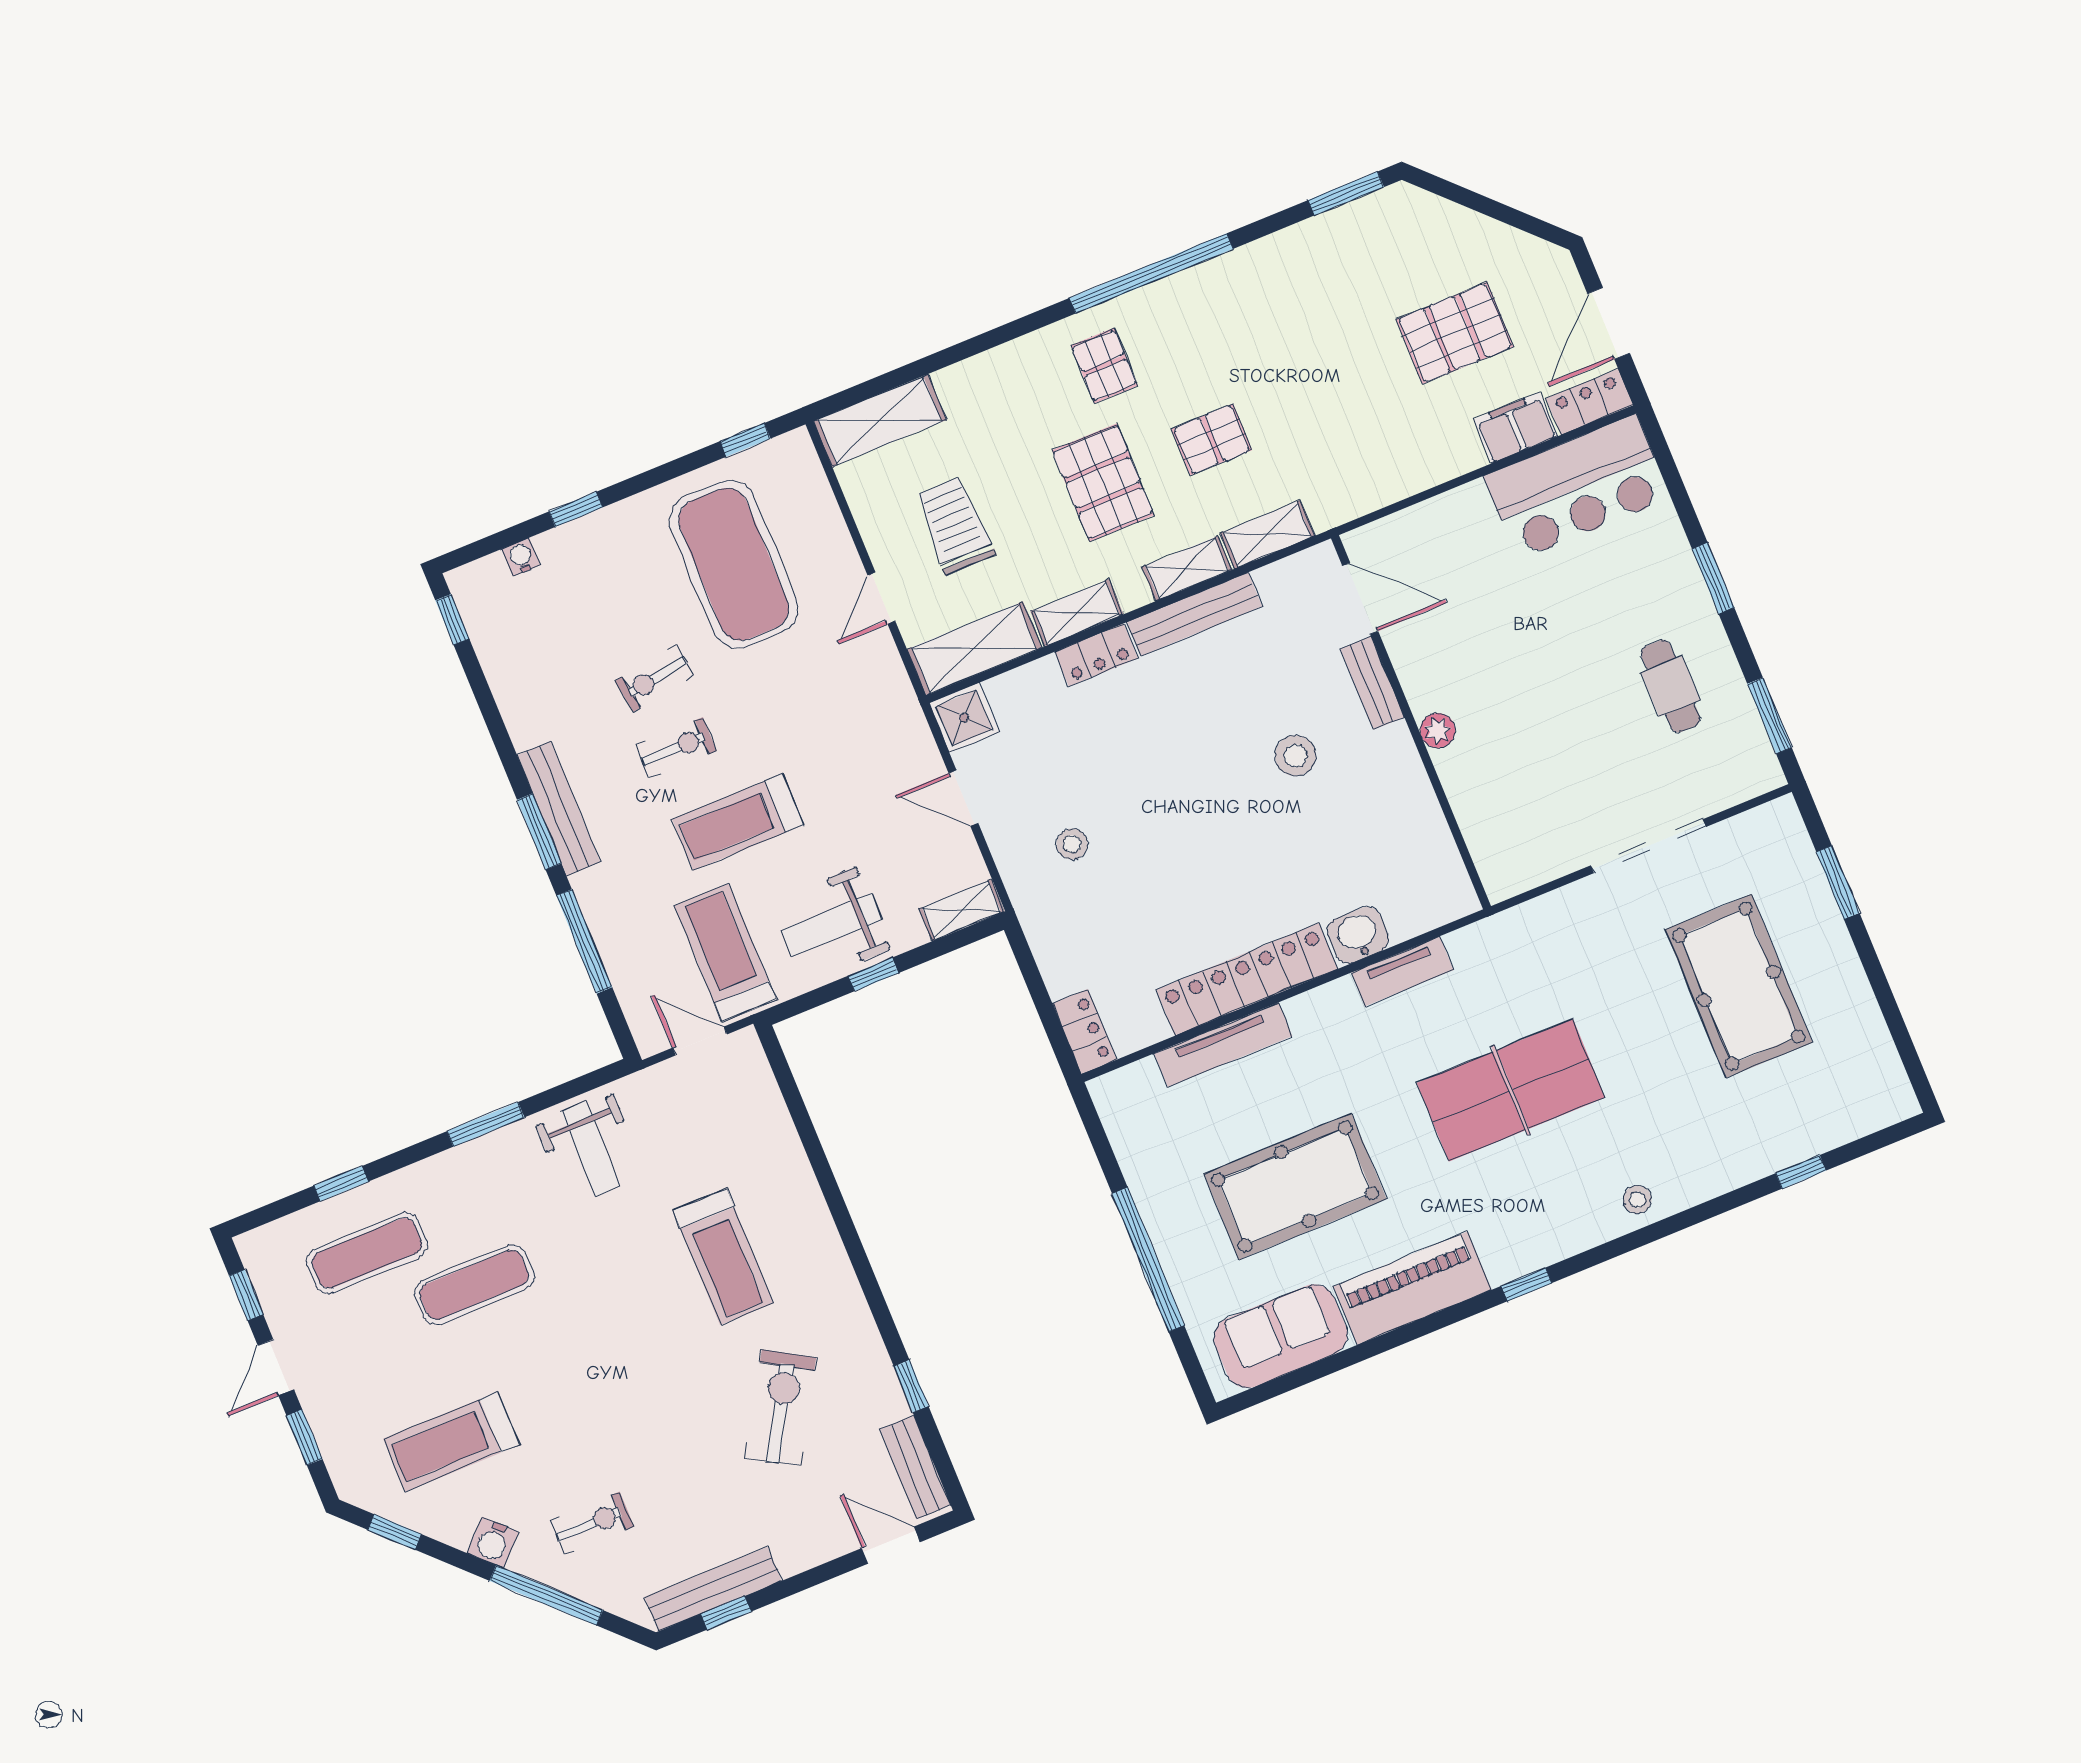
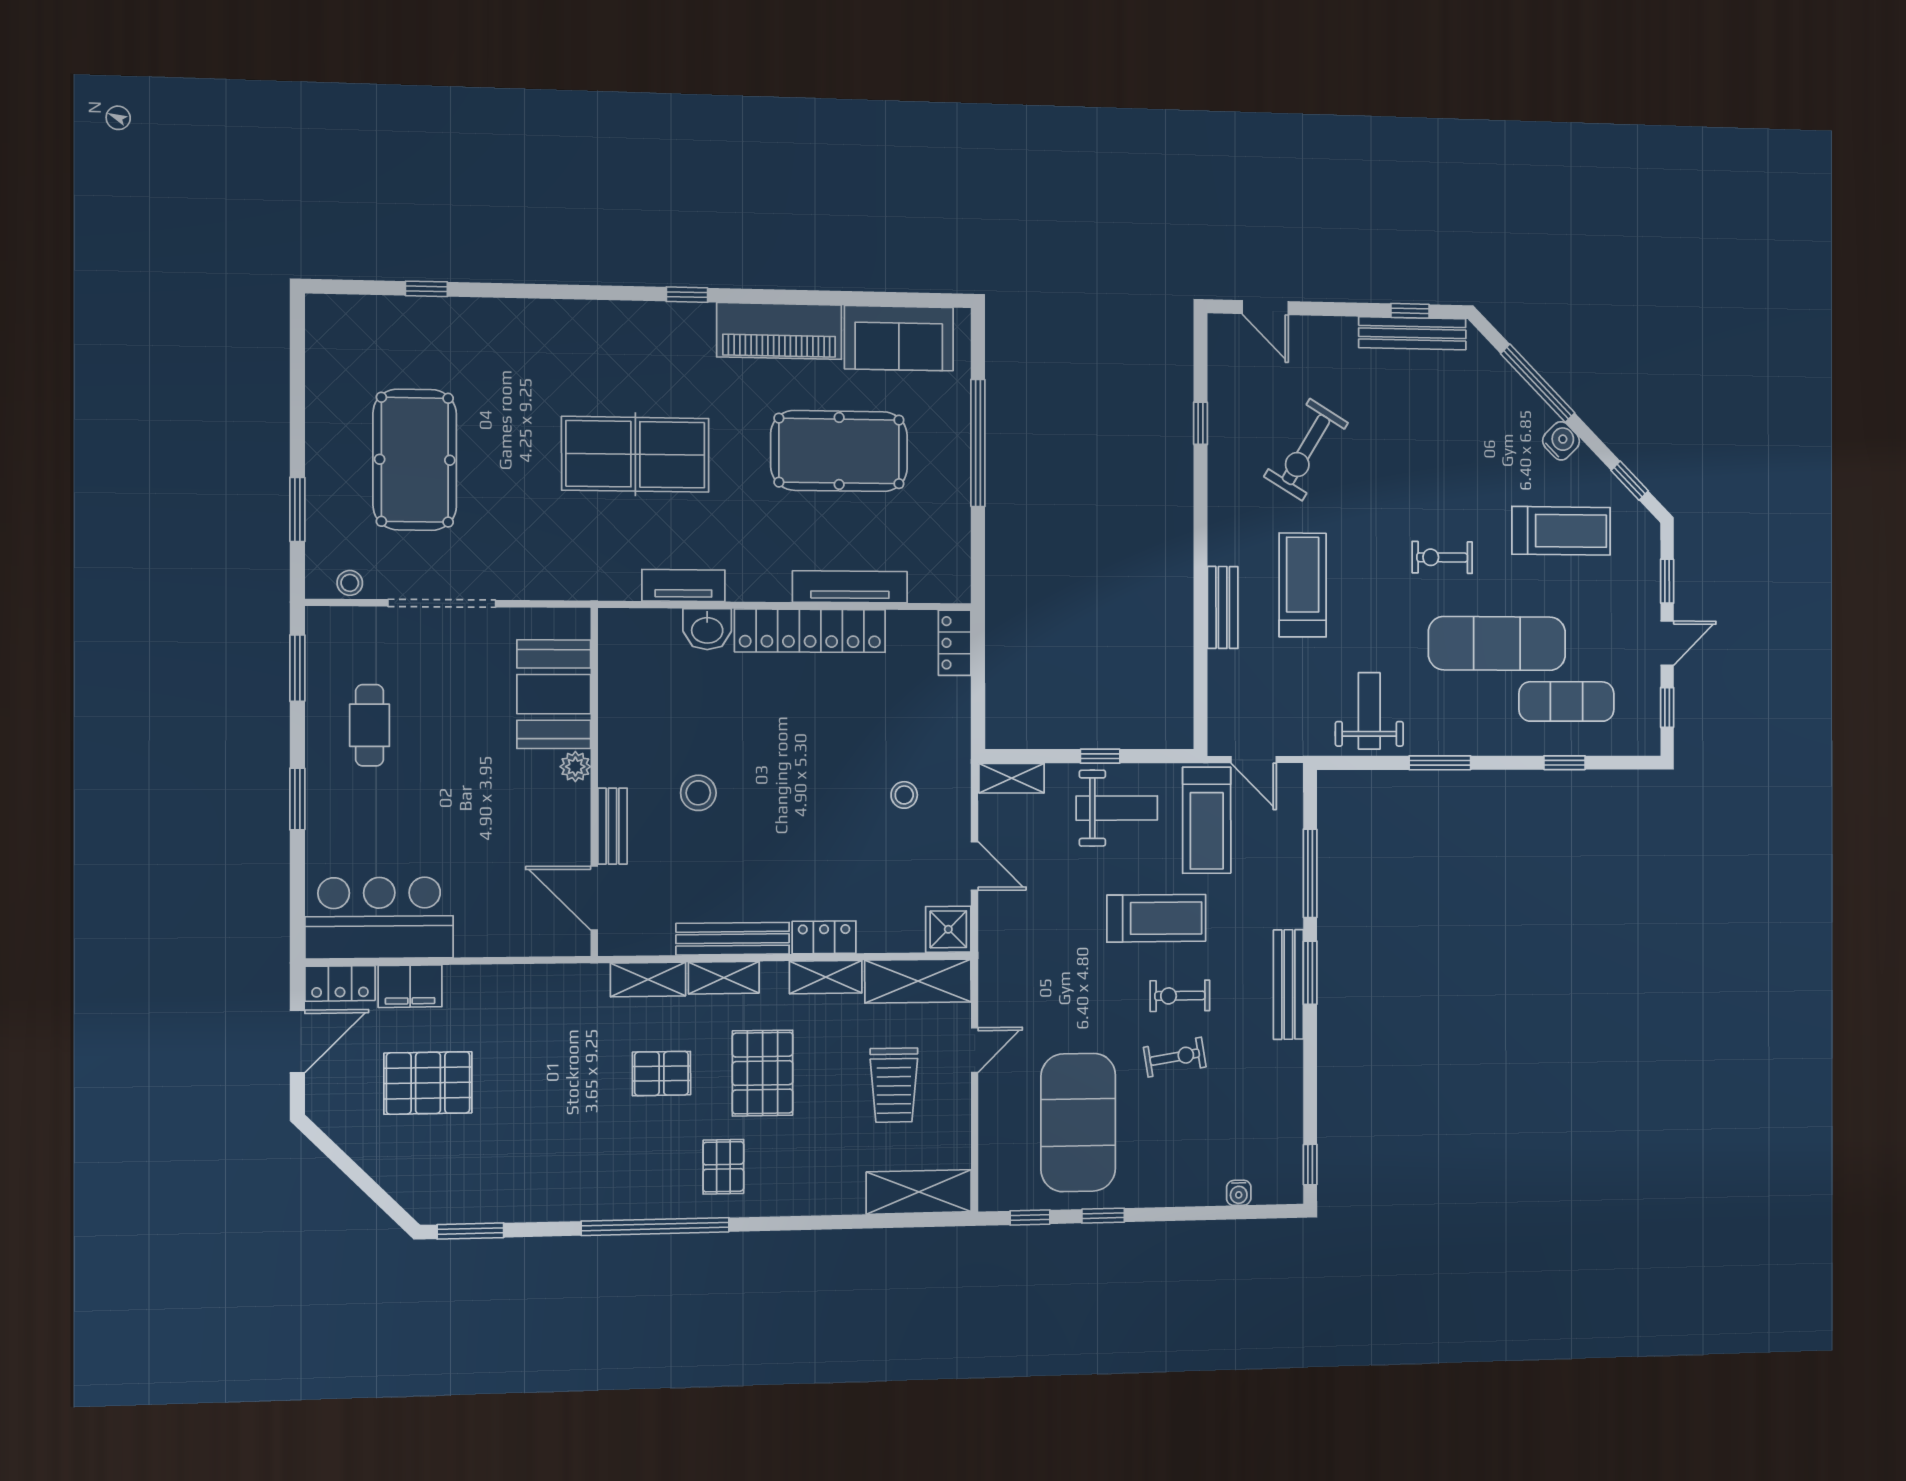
window: (576, 509) -> (1103, 1216), moved
booth: (1492, 798) -> (554, 694), added
stool: (1637, 1200) -> (350, 583), moved
exercise mat: (474, 1285) -> (1497, 643), width x1.36, depth x1.45
bench: (915, 1467) -> (1223, 607), moved
exercise bike: (592, 1523) -> (1442, 557), moved

